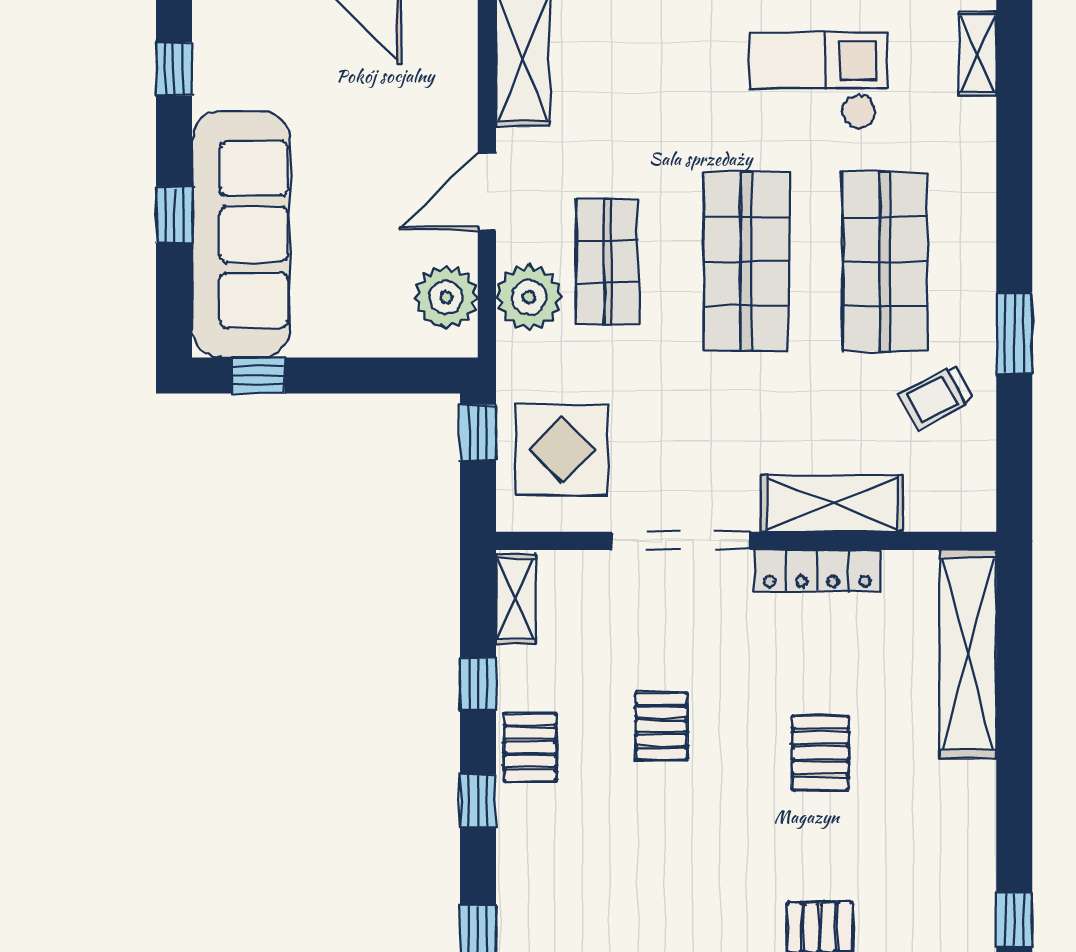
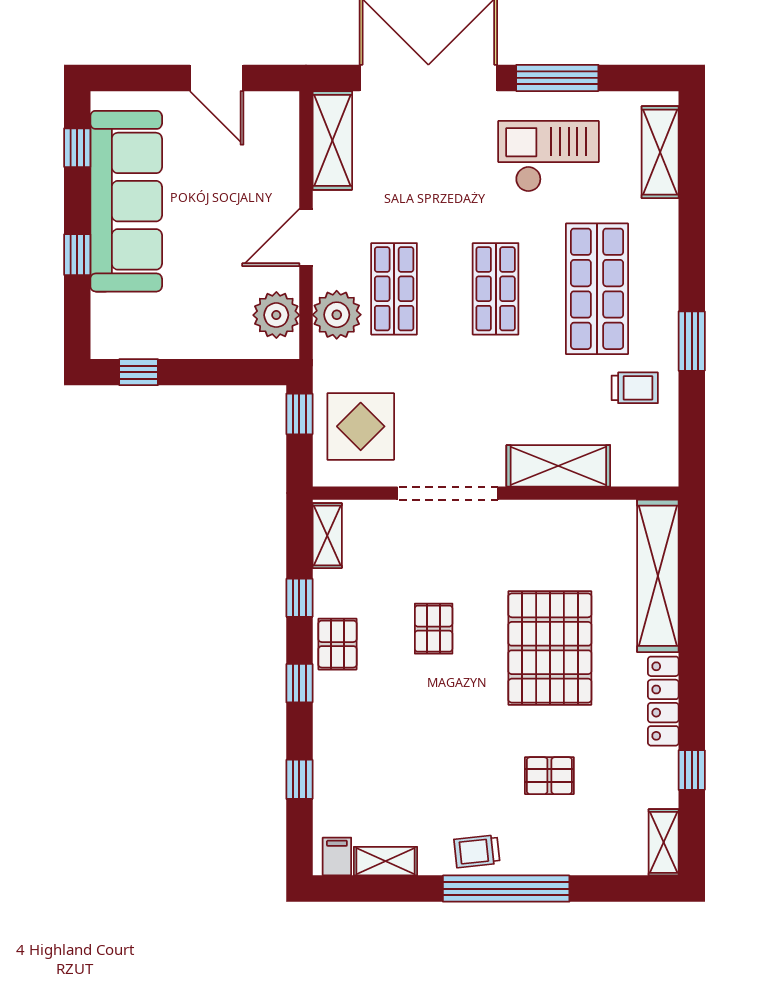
shelving: (977, 54) -> (660, 152), width x1.50, depth x1.33
sofa: (241, 234) -> (126, 201), moved
shop shelf: (746, 262) -> (496, 289), width x0.70, depth x0.74
trolley: (936, 397) -> (635, 388), turned -152
locker: (817, 571) -> (663, 701), moved, turned 90
pallet: (820, 753) -> (550, 648), width x2.05, depth x2.00

